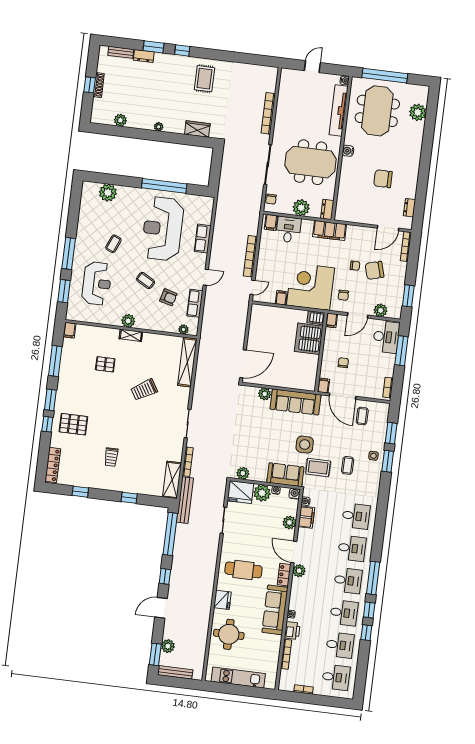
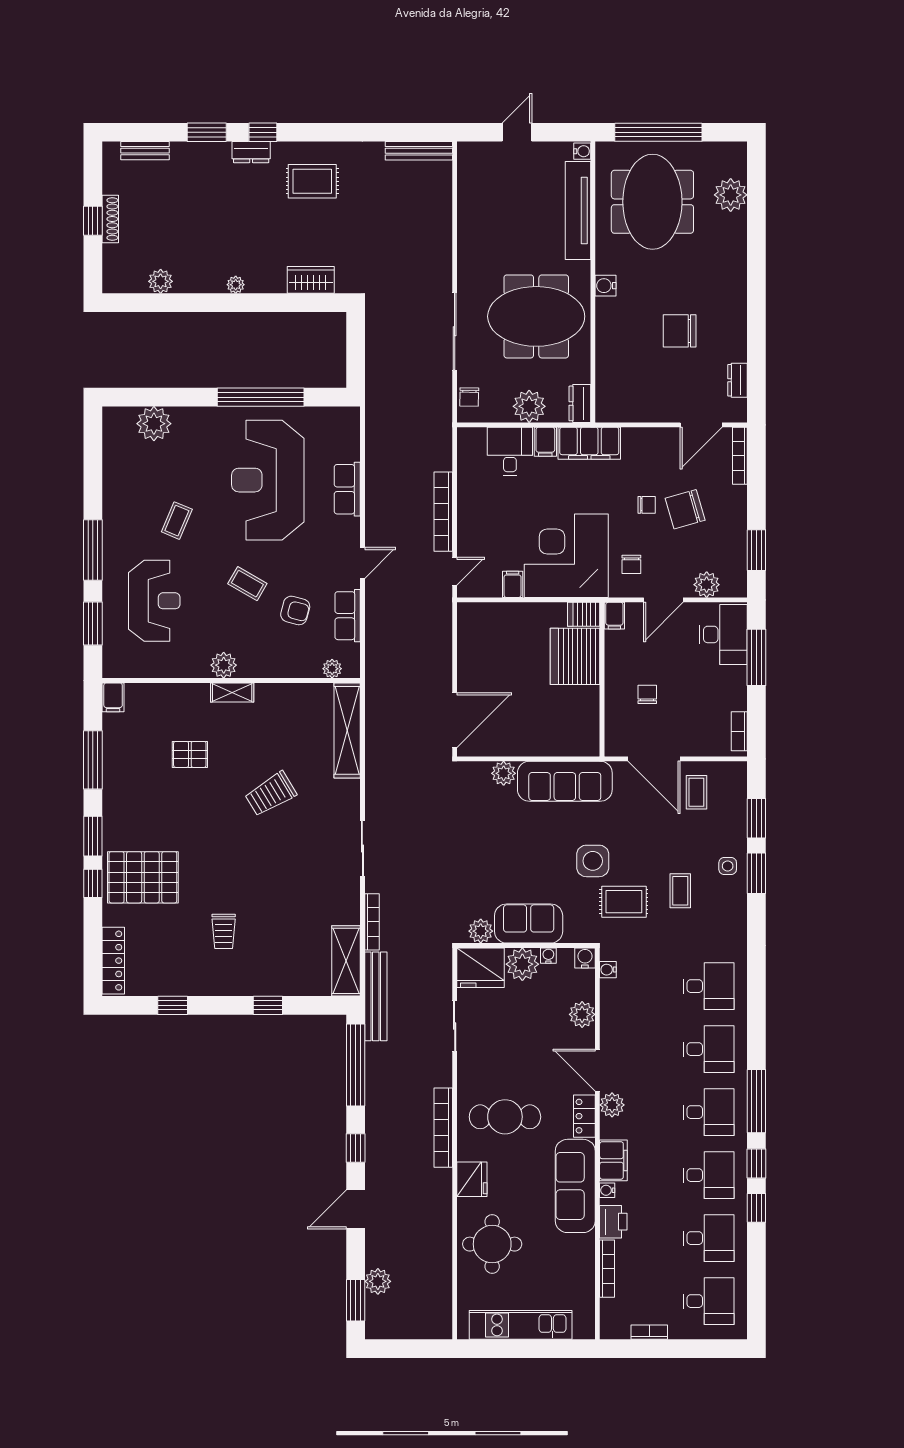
dresser: (144, 56) -> (251, 152), moved
rug: (204, 79) -> (312, 181), turned 90
bookcase: (268, 113) -> (443, 1128), moved
filing cabinet: (271, 222) -> (545, 442), moved
filing cabinet: (323, 385) -> (615, 743), removed
pallet: (73, 424) -> (143, 877), width x1.37, depth x1.41
sofa: (285, 475) -> (529, 924), moved
filing cabinet: (306, 517) -> (613, 1160), moved
bench: (175, 672) -> (419, 151), moved

